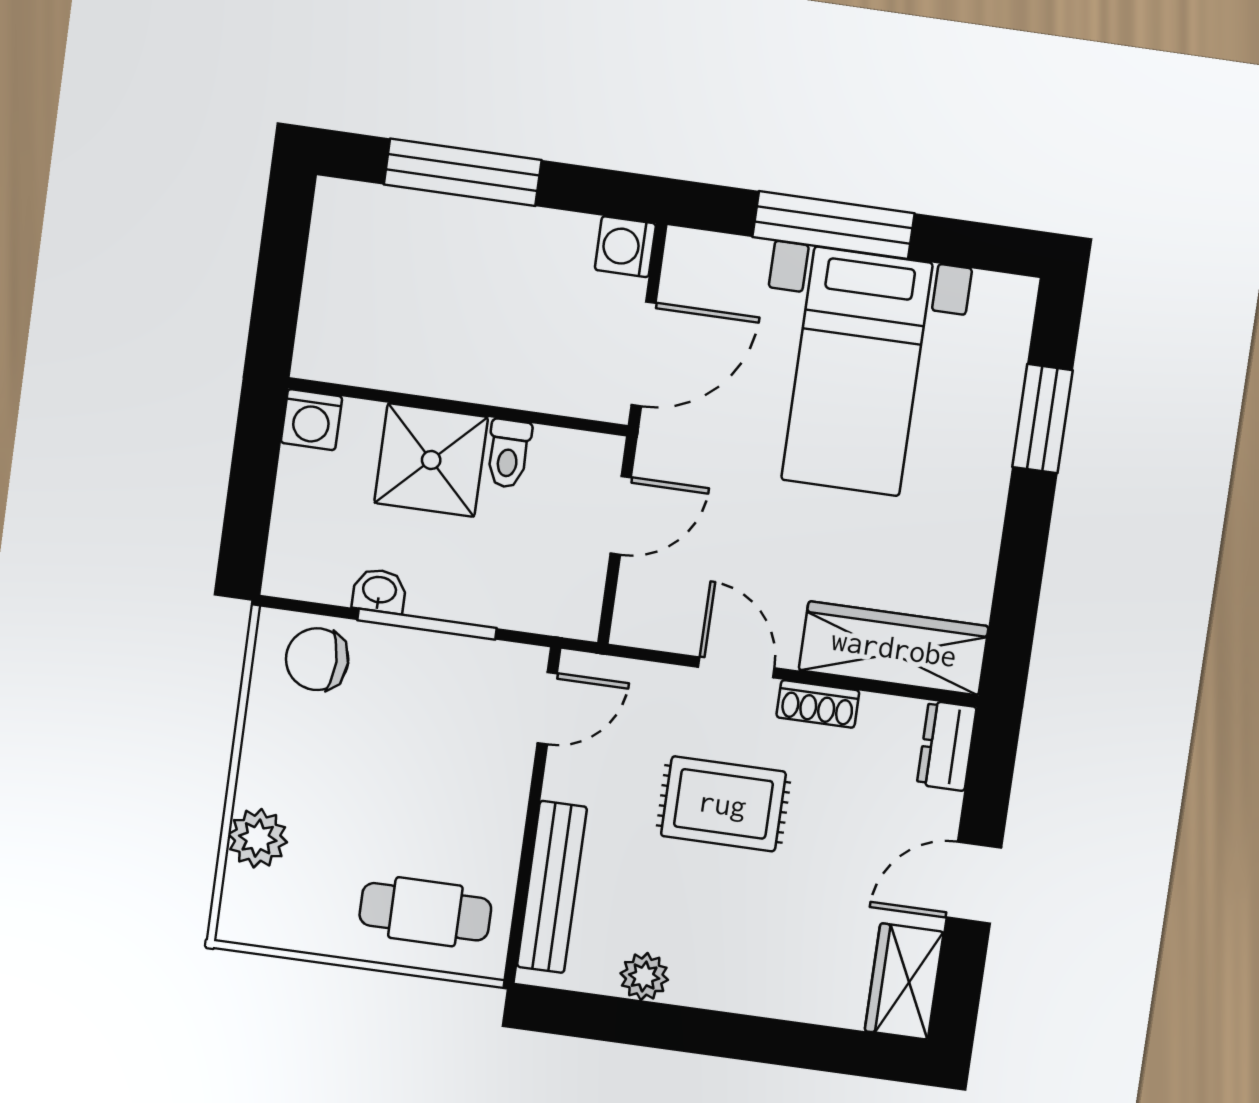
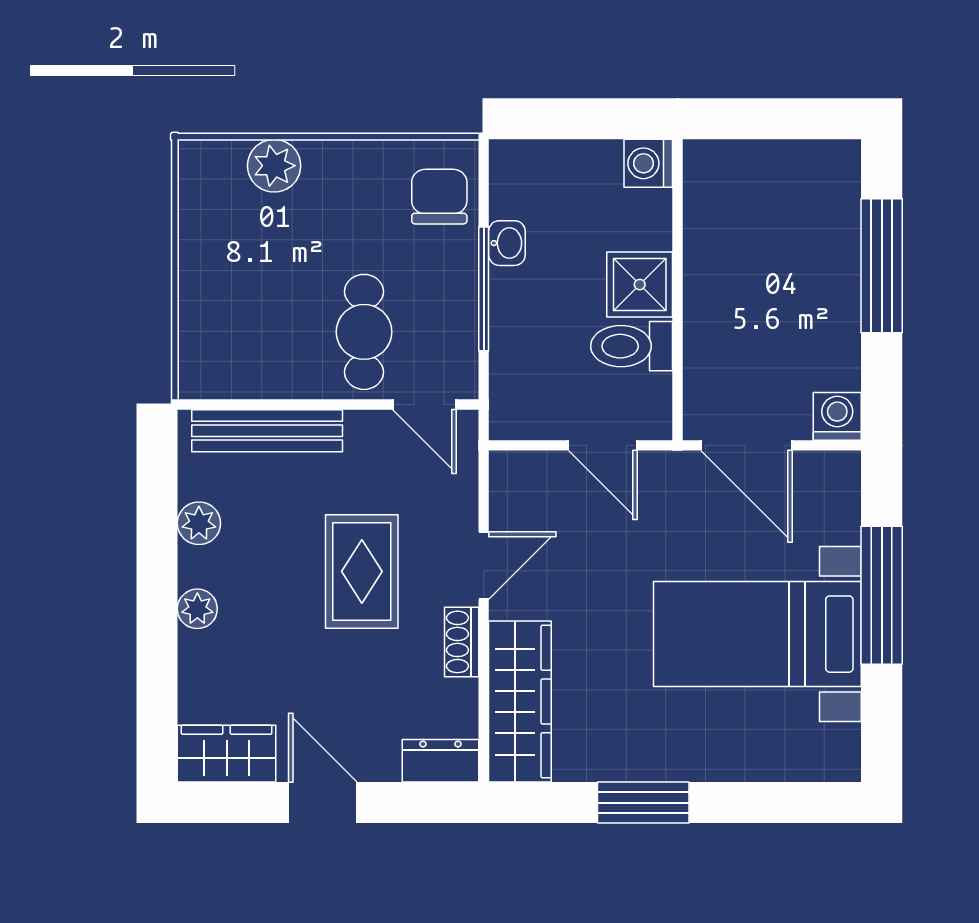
window: (1042, 419) -> (643, 803), moved
toilet: (508, 454) -> (632, 346), width x1.37, depth x1.39
shower: (431, 460) -> (640, 285), width x0.73, depth x0.73
cafe table: (425, 912) -> (364, 332), moved
plant: (739, 991) -> (197, 609), added

